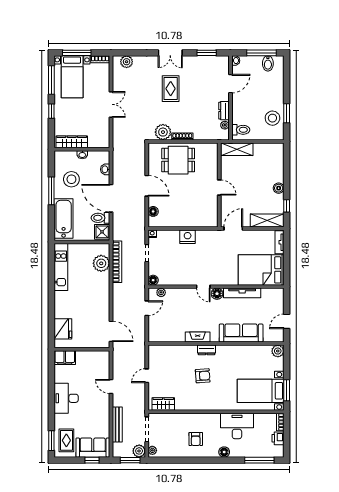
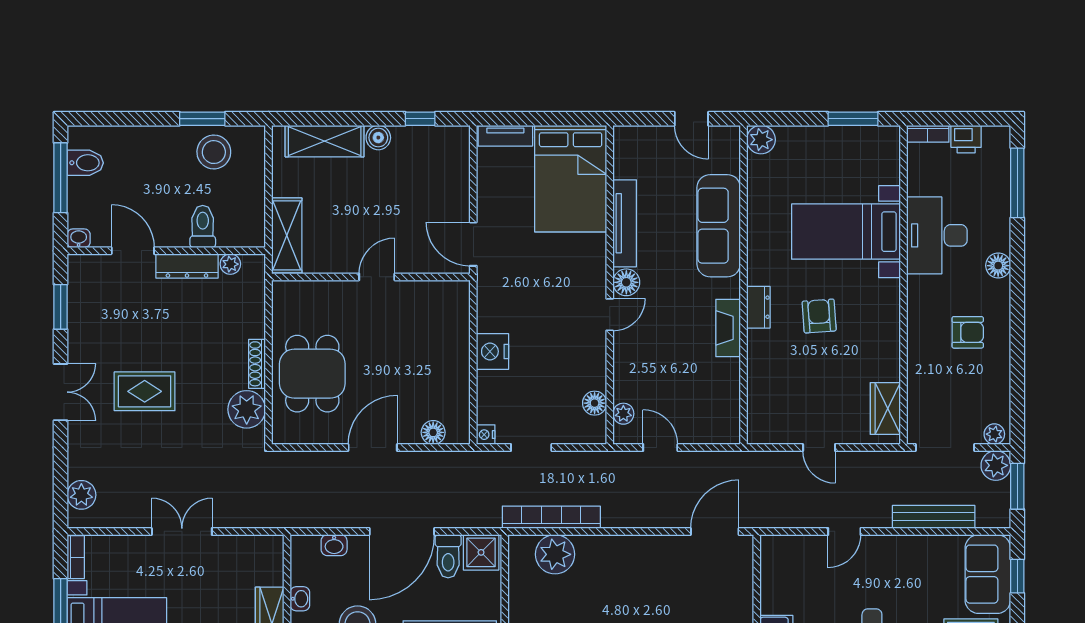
dresser: (224, 111) -> (187, 266), width x1.44
toilet: (241, 130) -> (203, 226), moved
shelving: (267, 220) -> (325, 141), moved, turned 90
floor lamp: (153, 280) -> (595, 403), moved
bed with nightstands: (261, 391) -> (846, 232), moved, turned 90

